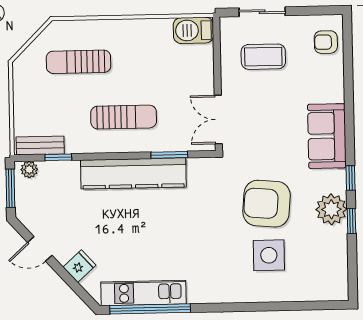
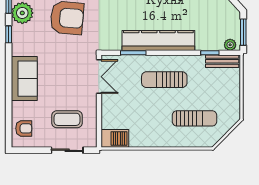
sofa: (327, 136) -> (24, 79), moved

